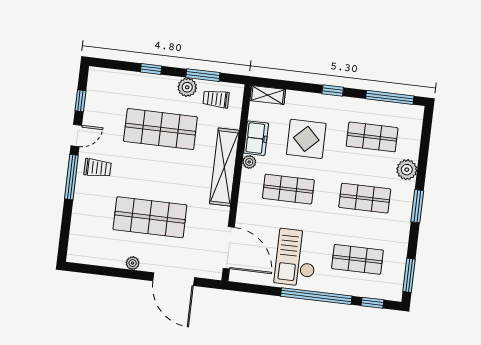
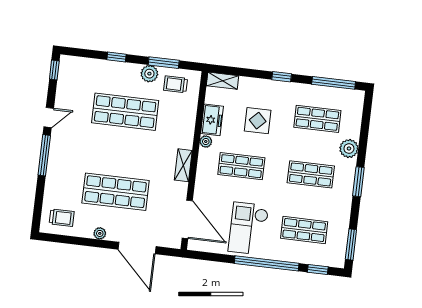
window: (80, 101) -> (54, 70), moved
display table: (306, 139) -> (258, 121), width x0.73, depth x0.73
shelving: (224, 167) -> (183, 165), width x0.45, depth x0.75
trolley: (98, 168) -> (62, 218), moved

